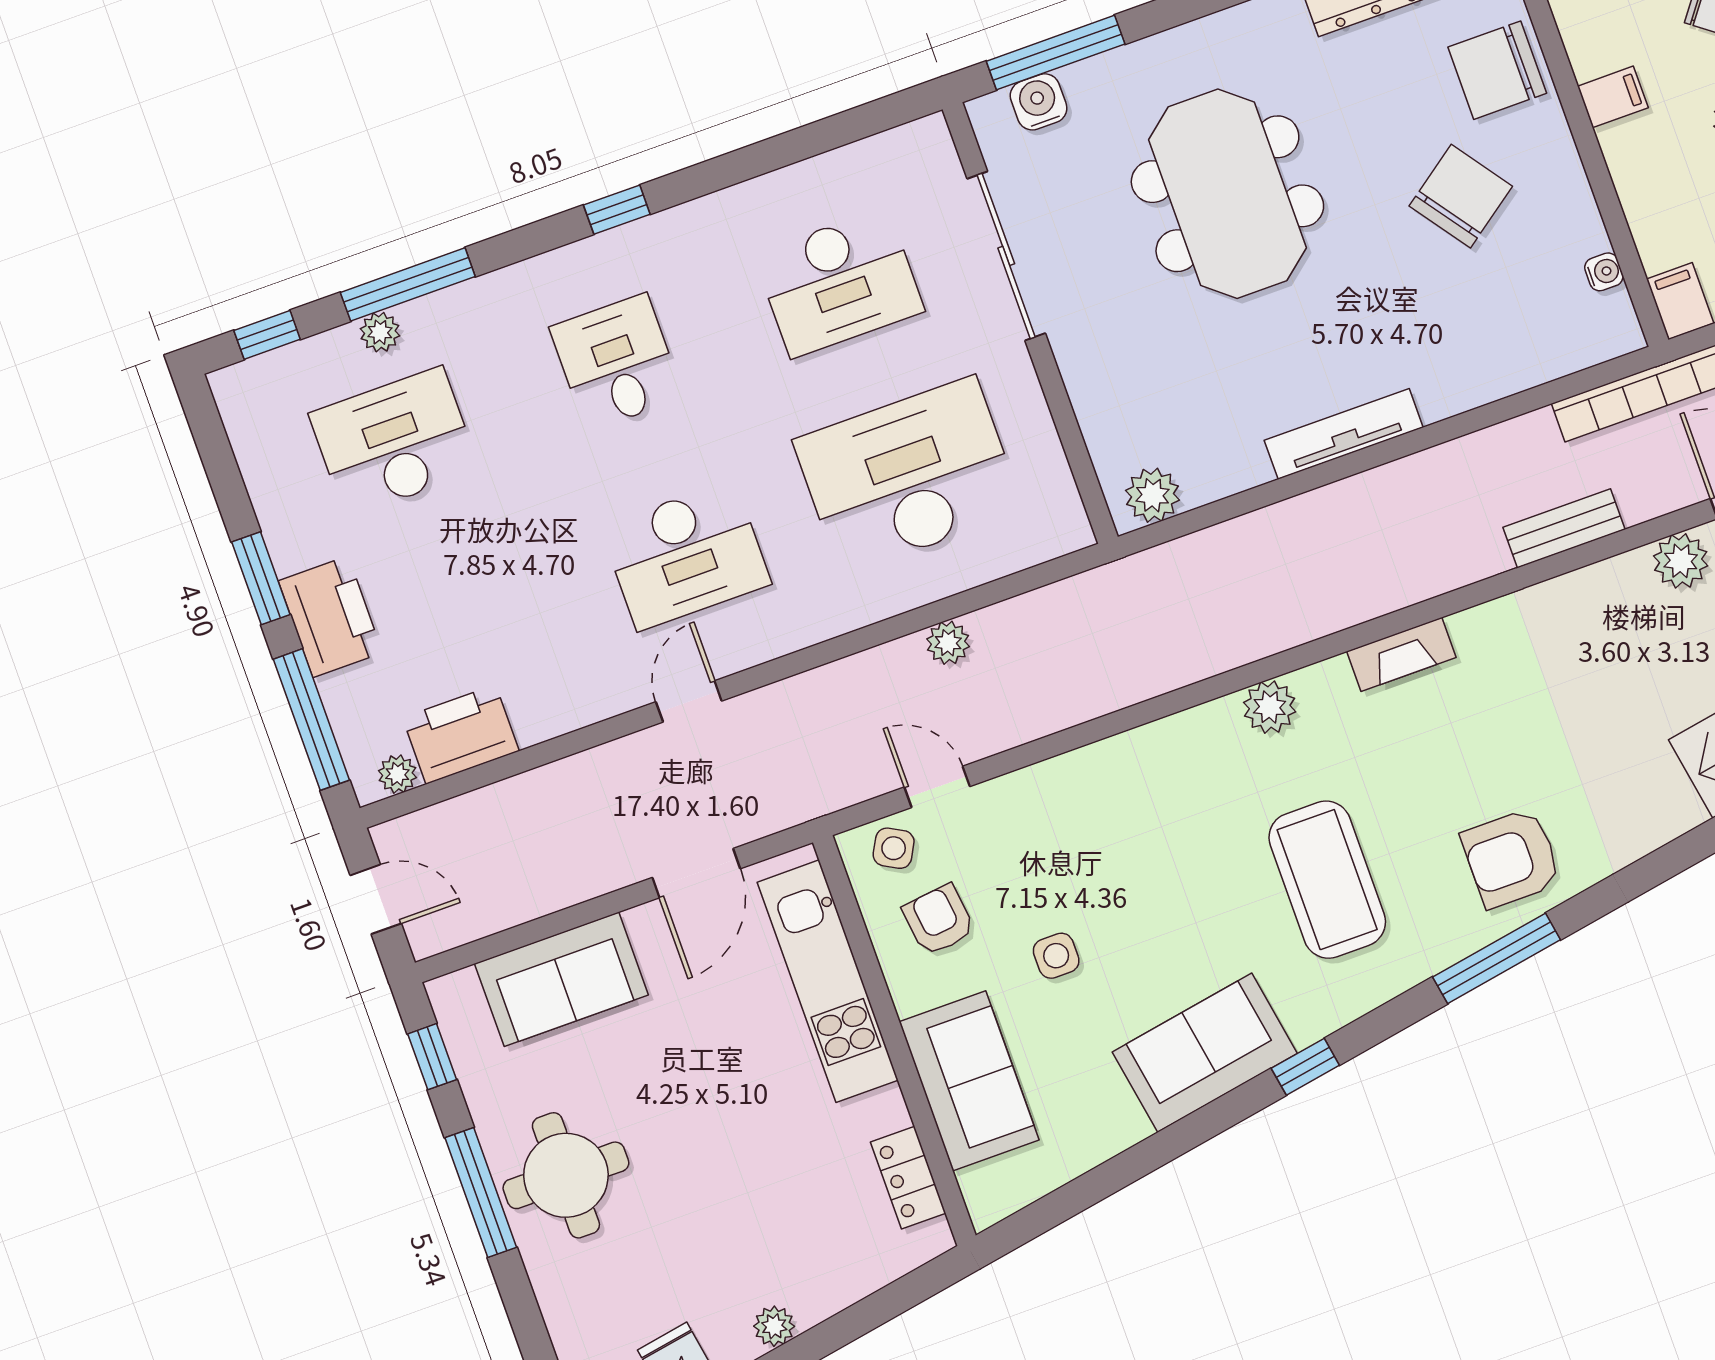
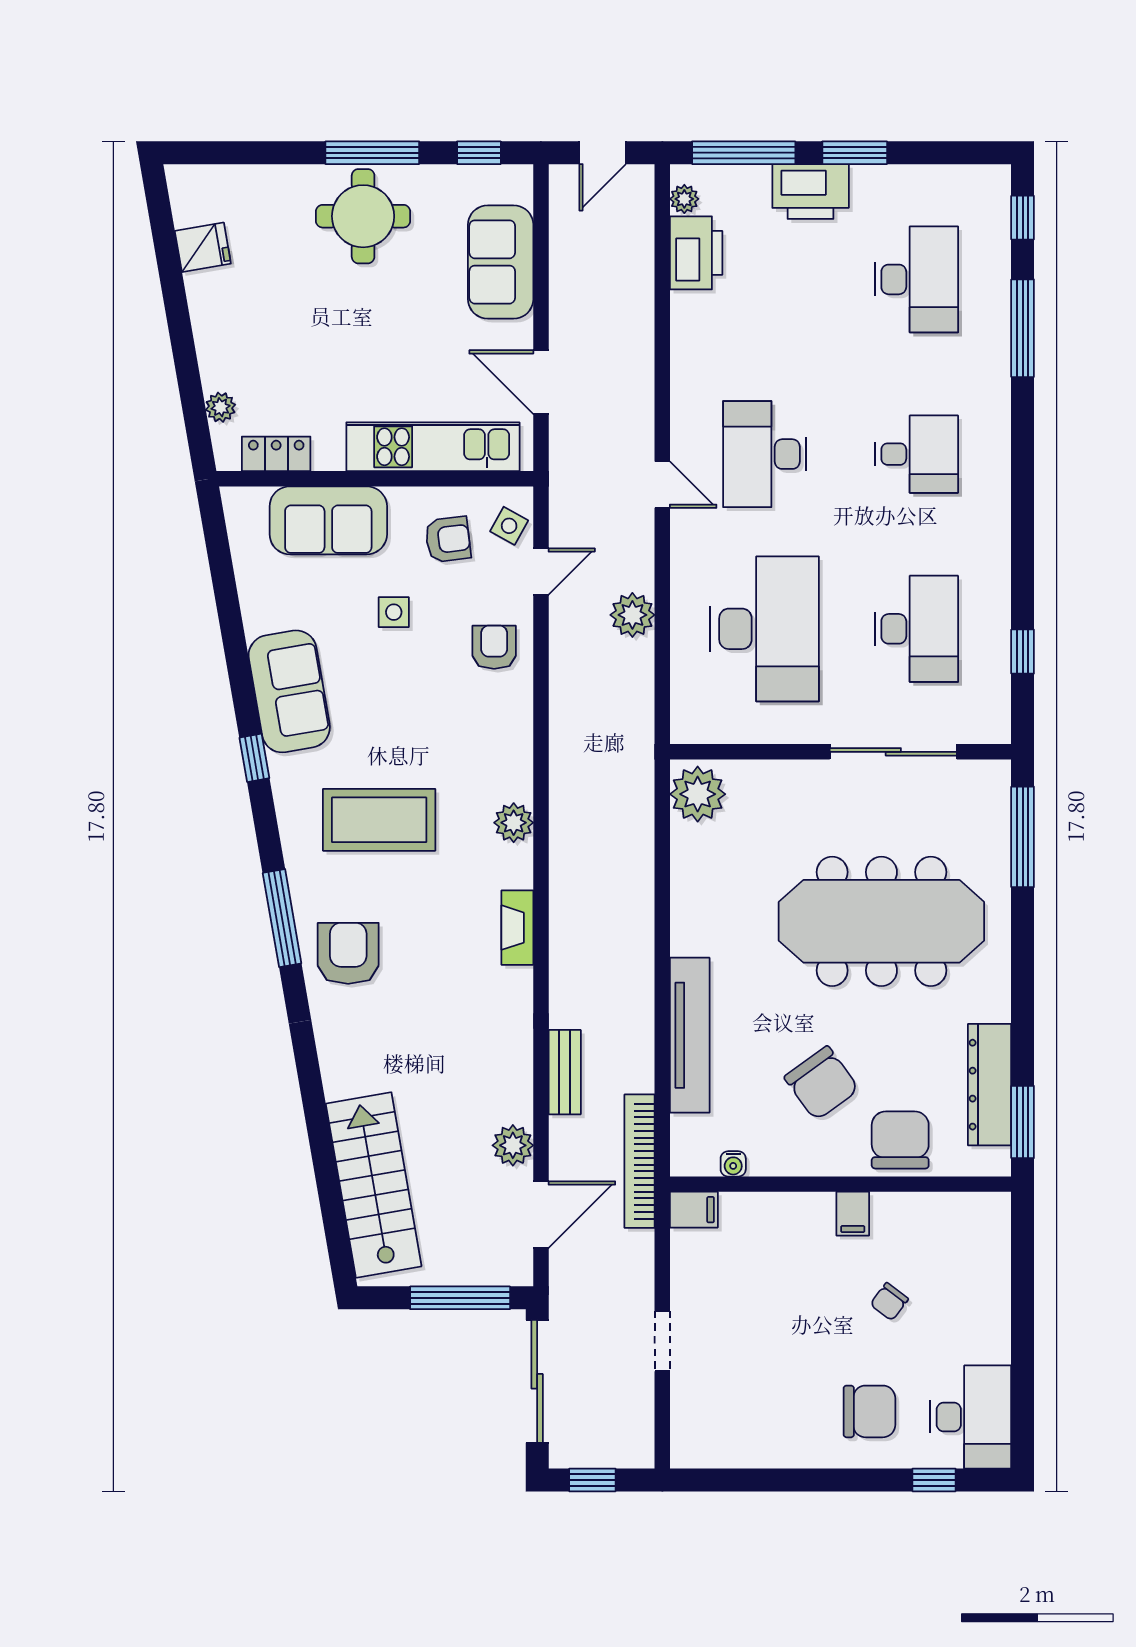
water cooler: (1039, 102) -> (992, 813), removed
meeting table: (1227, 194) -> (881, 921), width x1.36
window: (617, 210) -> (1023, 652), moved
desk: (839, 283) -> (916, 629), turned 180
plant: (380, 332) -> (996, 297), removed
tv unit: (1344, 434) -> (690, 1035), moved, width x1.36, depth x1.29
plant: (1153, 495) -> (698, 794), width x1.36, depth x1.36
plant: (948, 643) -> (632, 615), width x1.38, depth x1.38
door: (689, 701) -> (662, 485), moved
armchair: (1055, 812) -> (494, 647), added
plant: (774, 1326) -> (221, 407), moved

